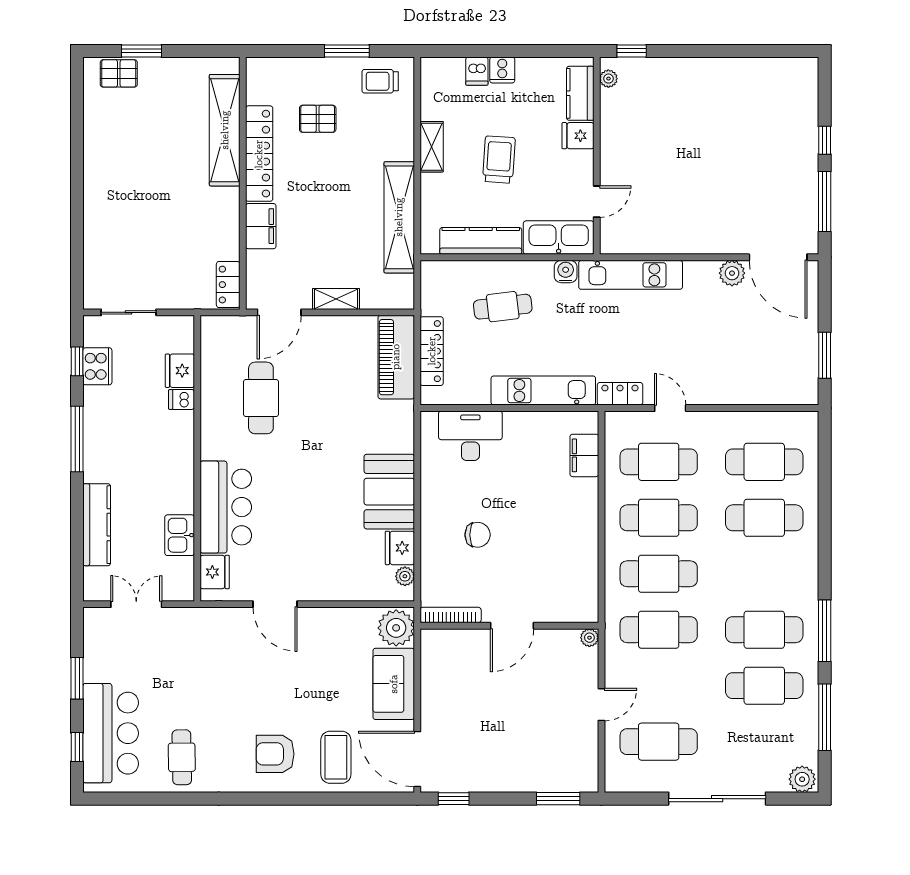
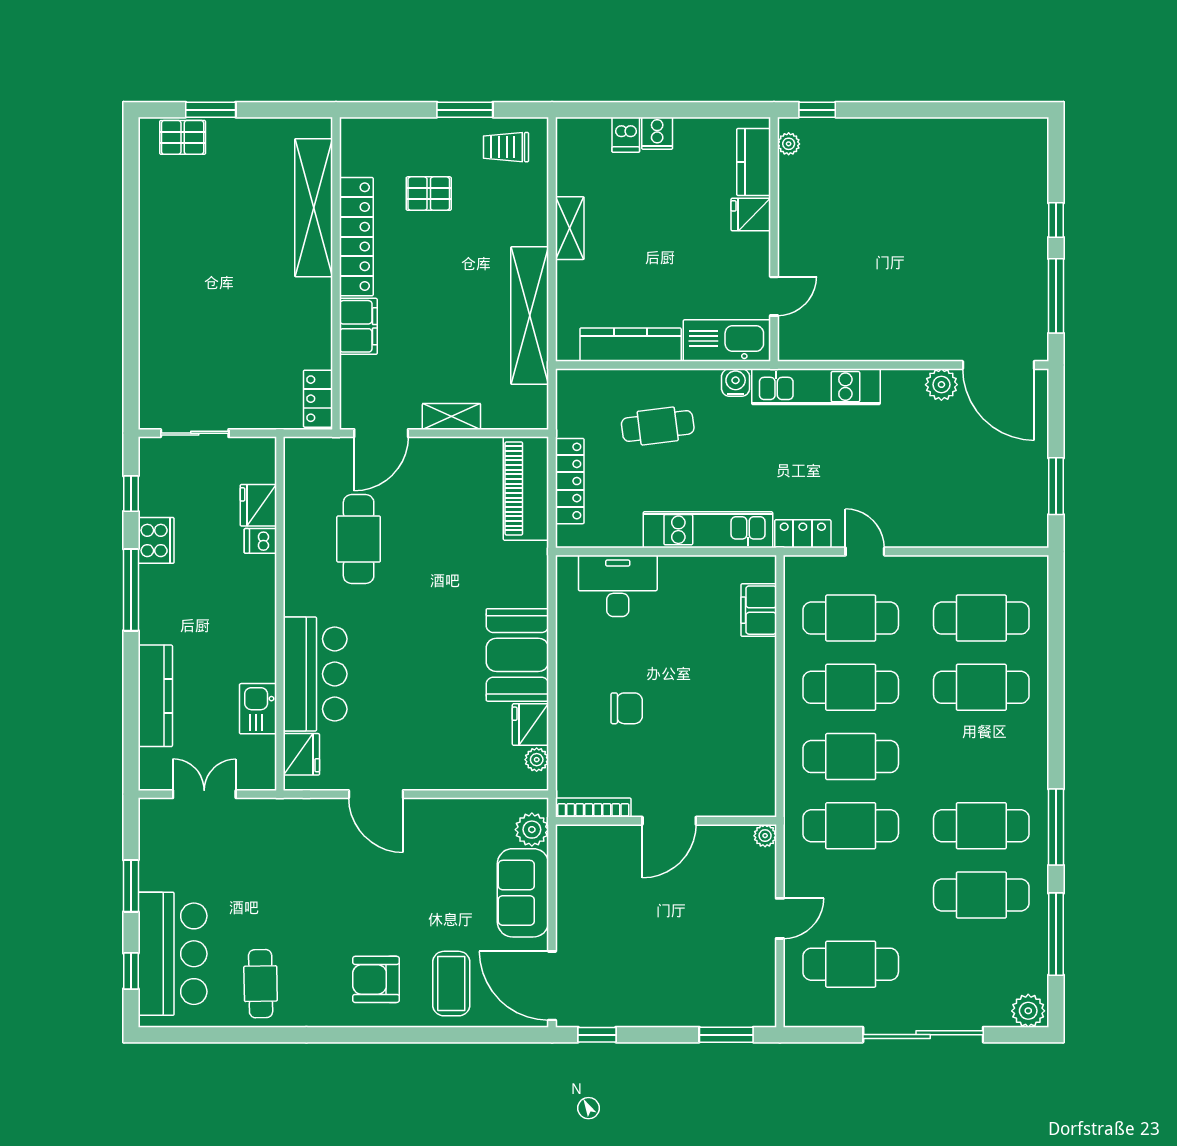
trolley: (499, 160) -> (653, 244), removed
cooker: (97, 366) -> (156, 540), moved
plant: (396, 628) -> (532, 830), width x0.73, depth x0.73

